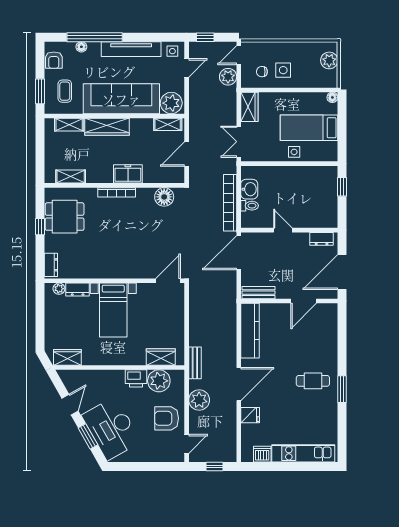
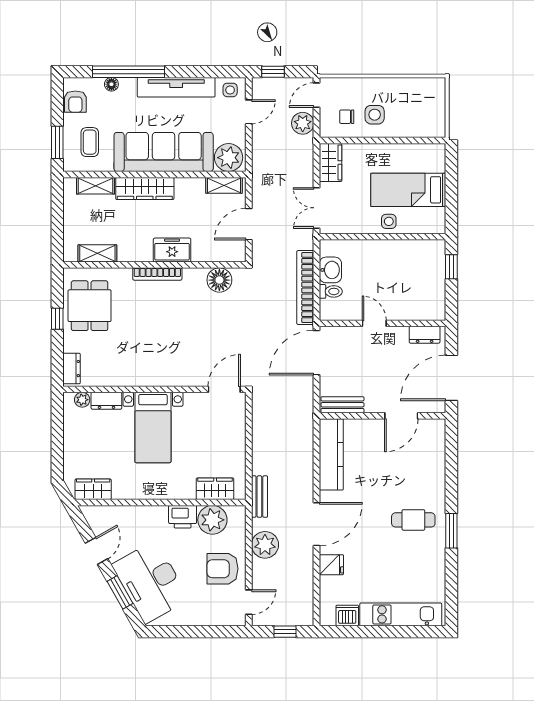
plant: (329, 60) -> (435, 102), removed
floor lamp: (332, 97) -> (439, 150), removed
dining table: (65, 217) -> (90, 306), turned 90

